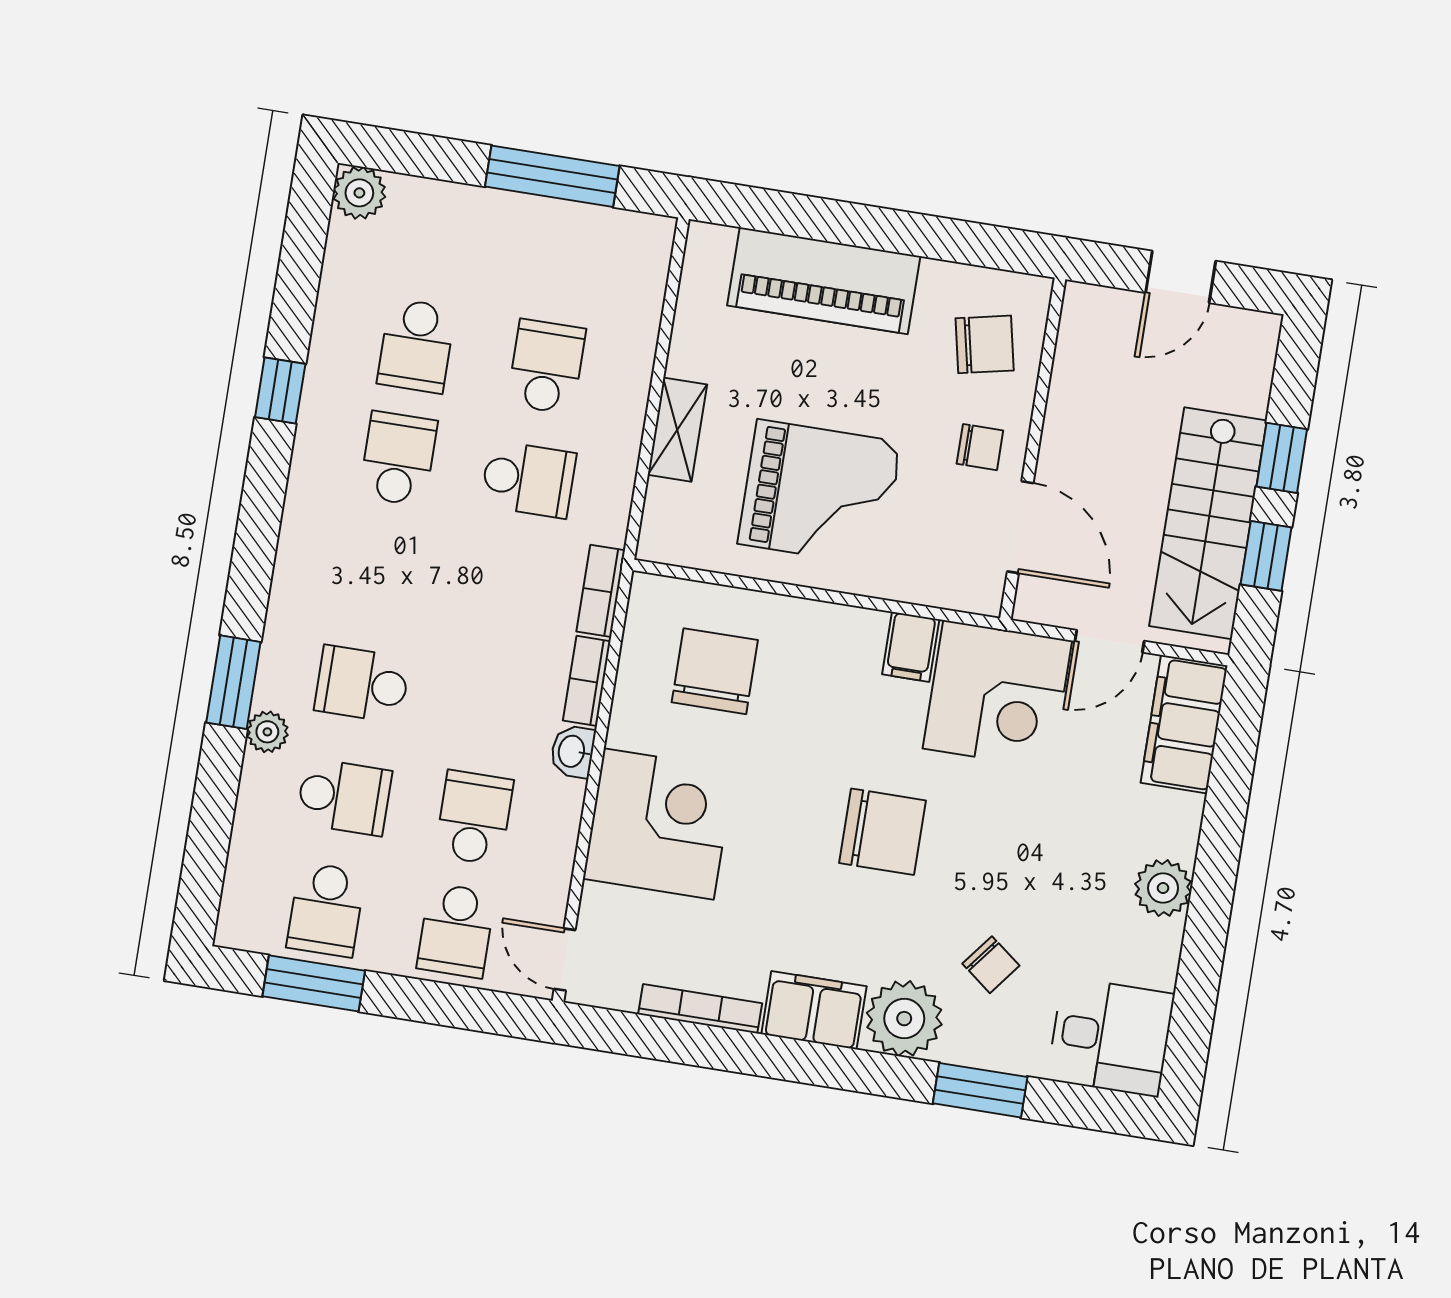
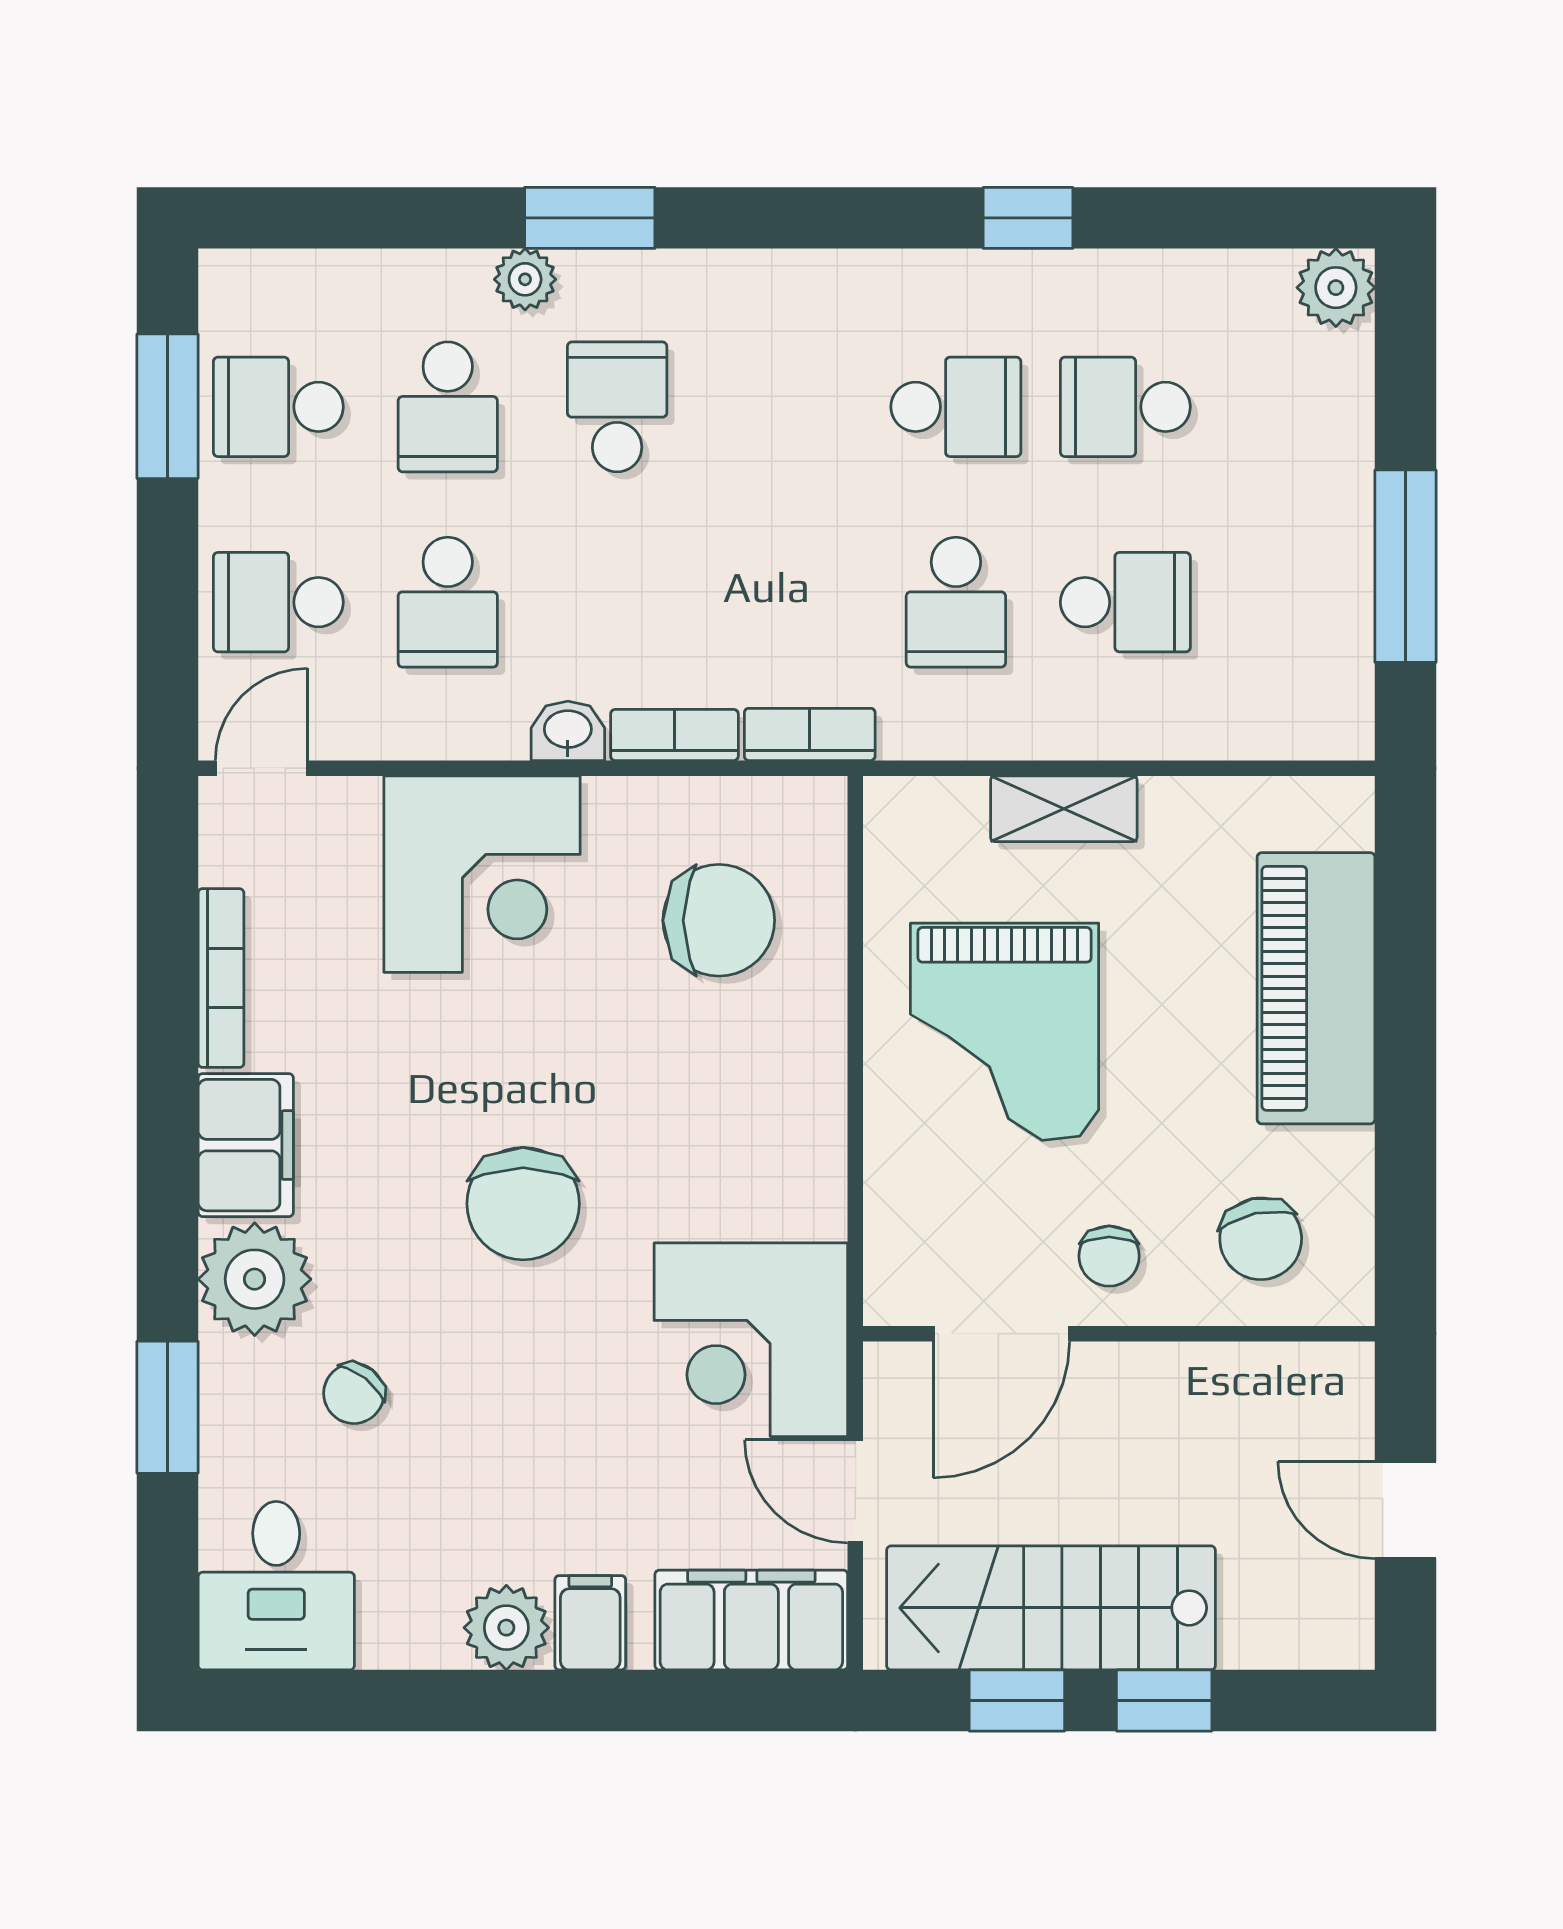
filing cabinet: (911, 647) -> (590, 1623), moved, turned 90
school desk: (474, 818) -> (448, 602), turned 90

